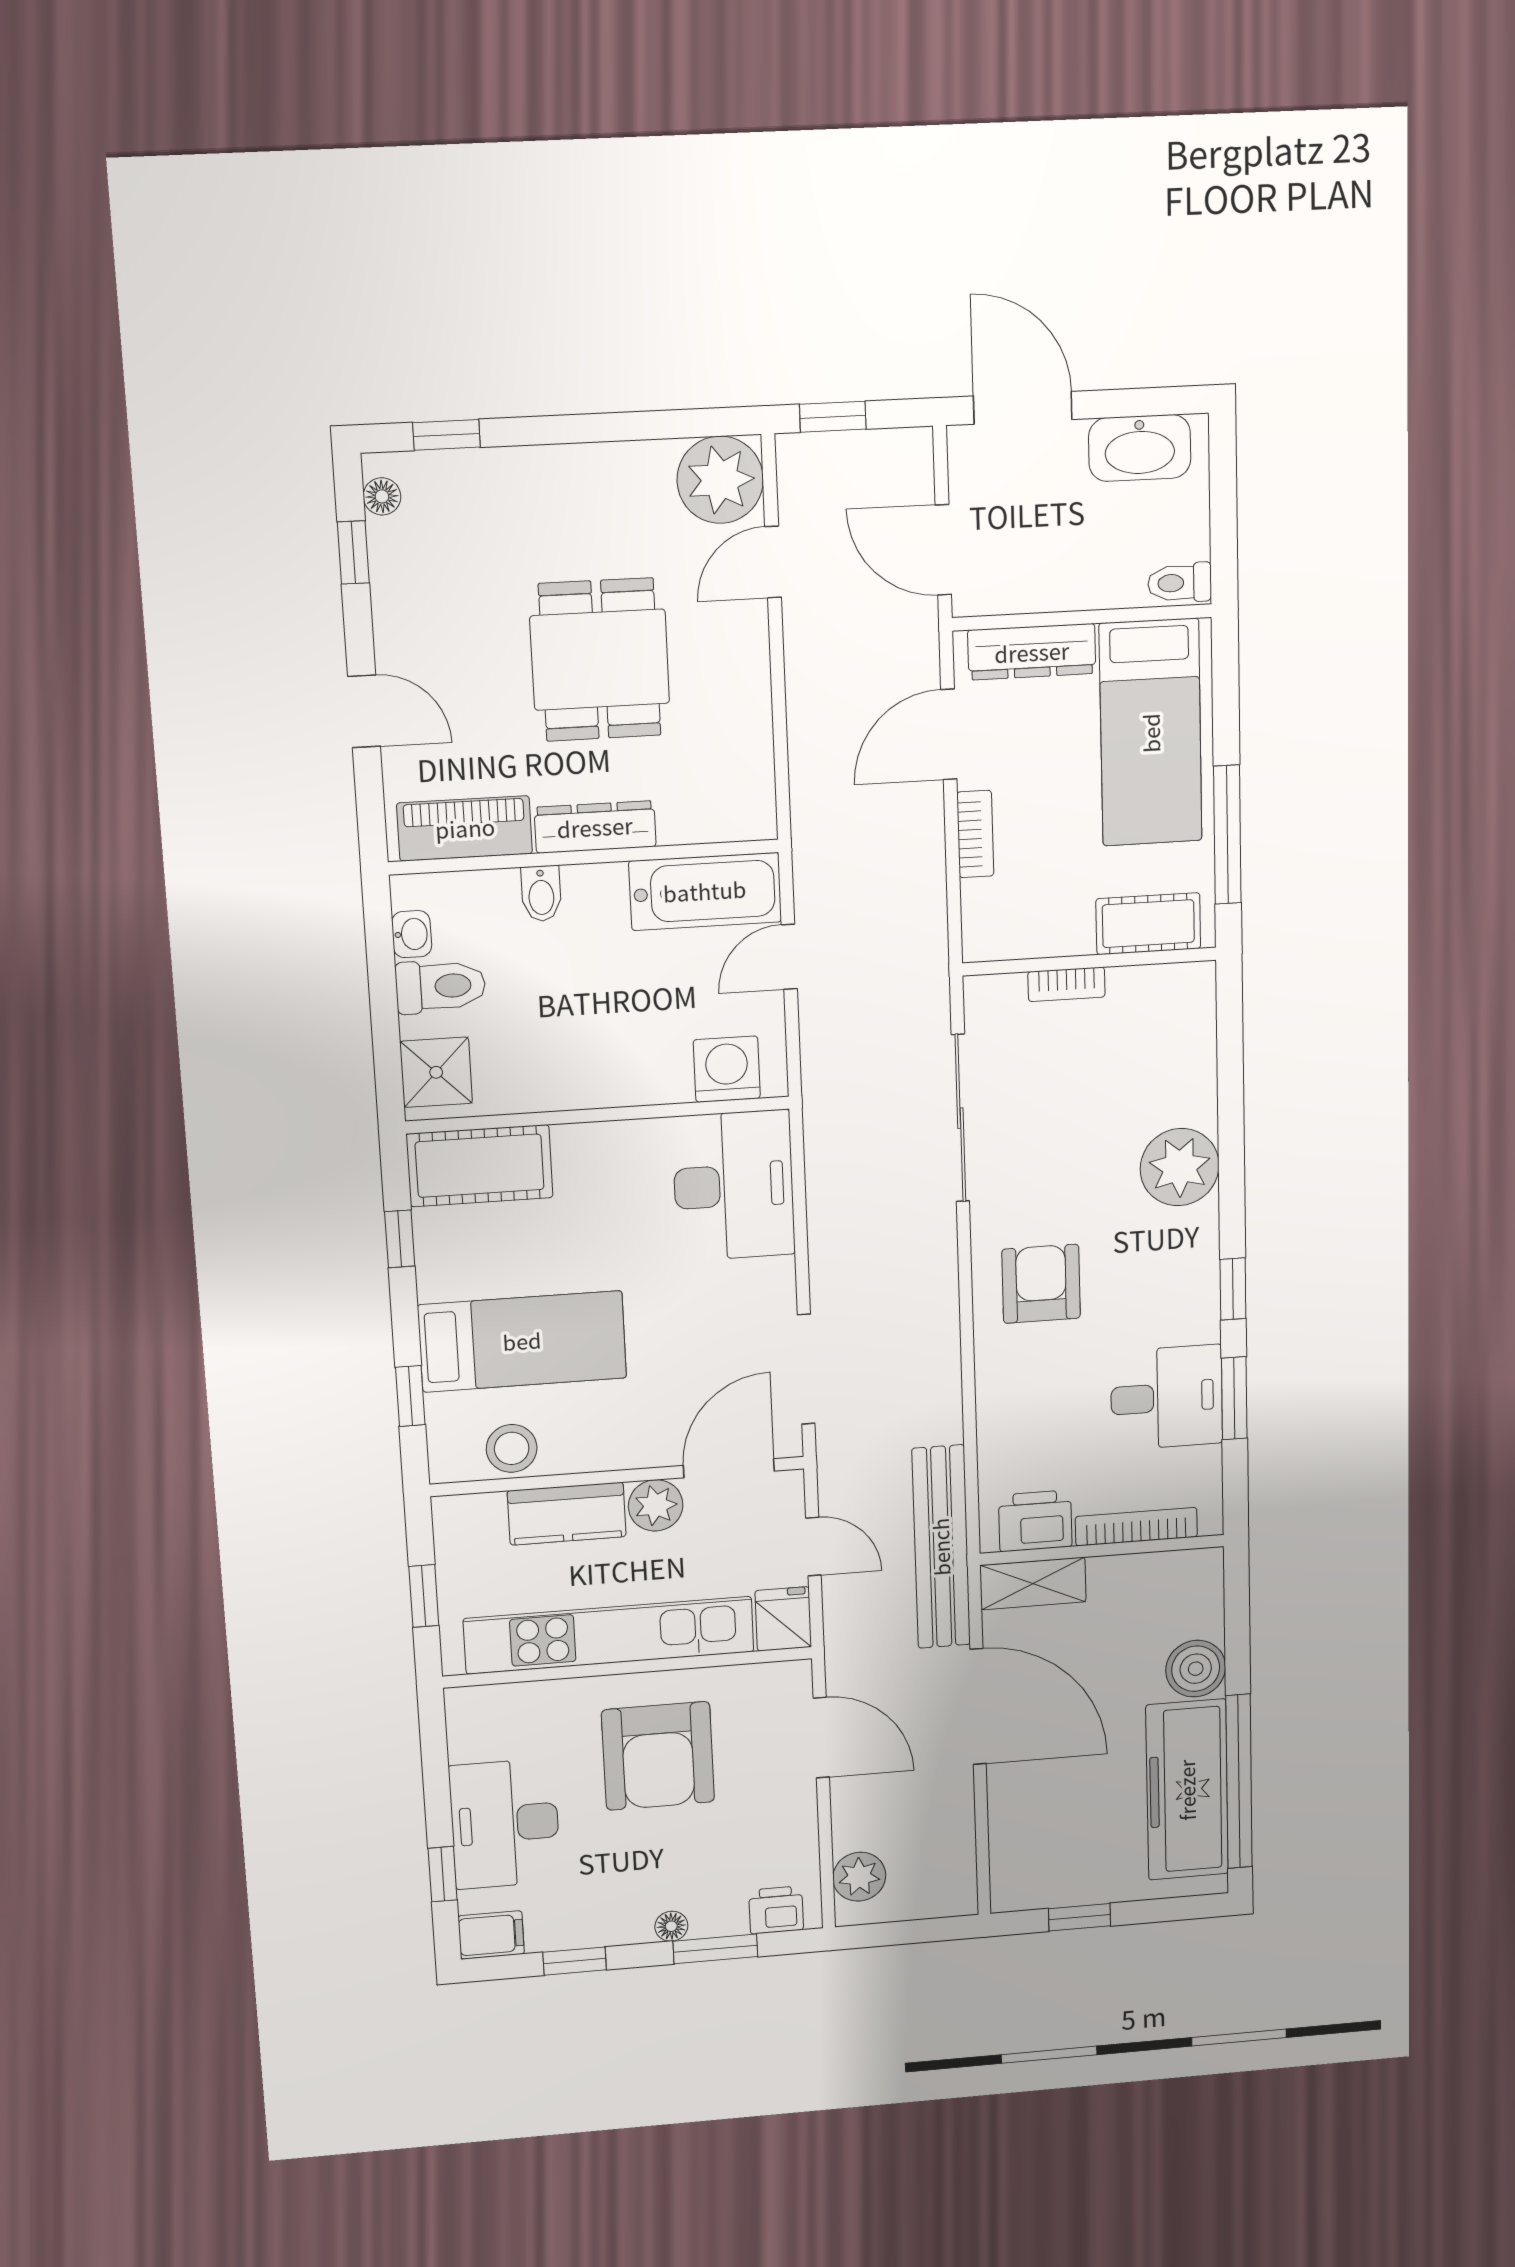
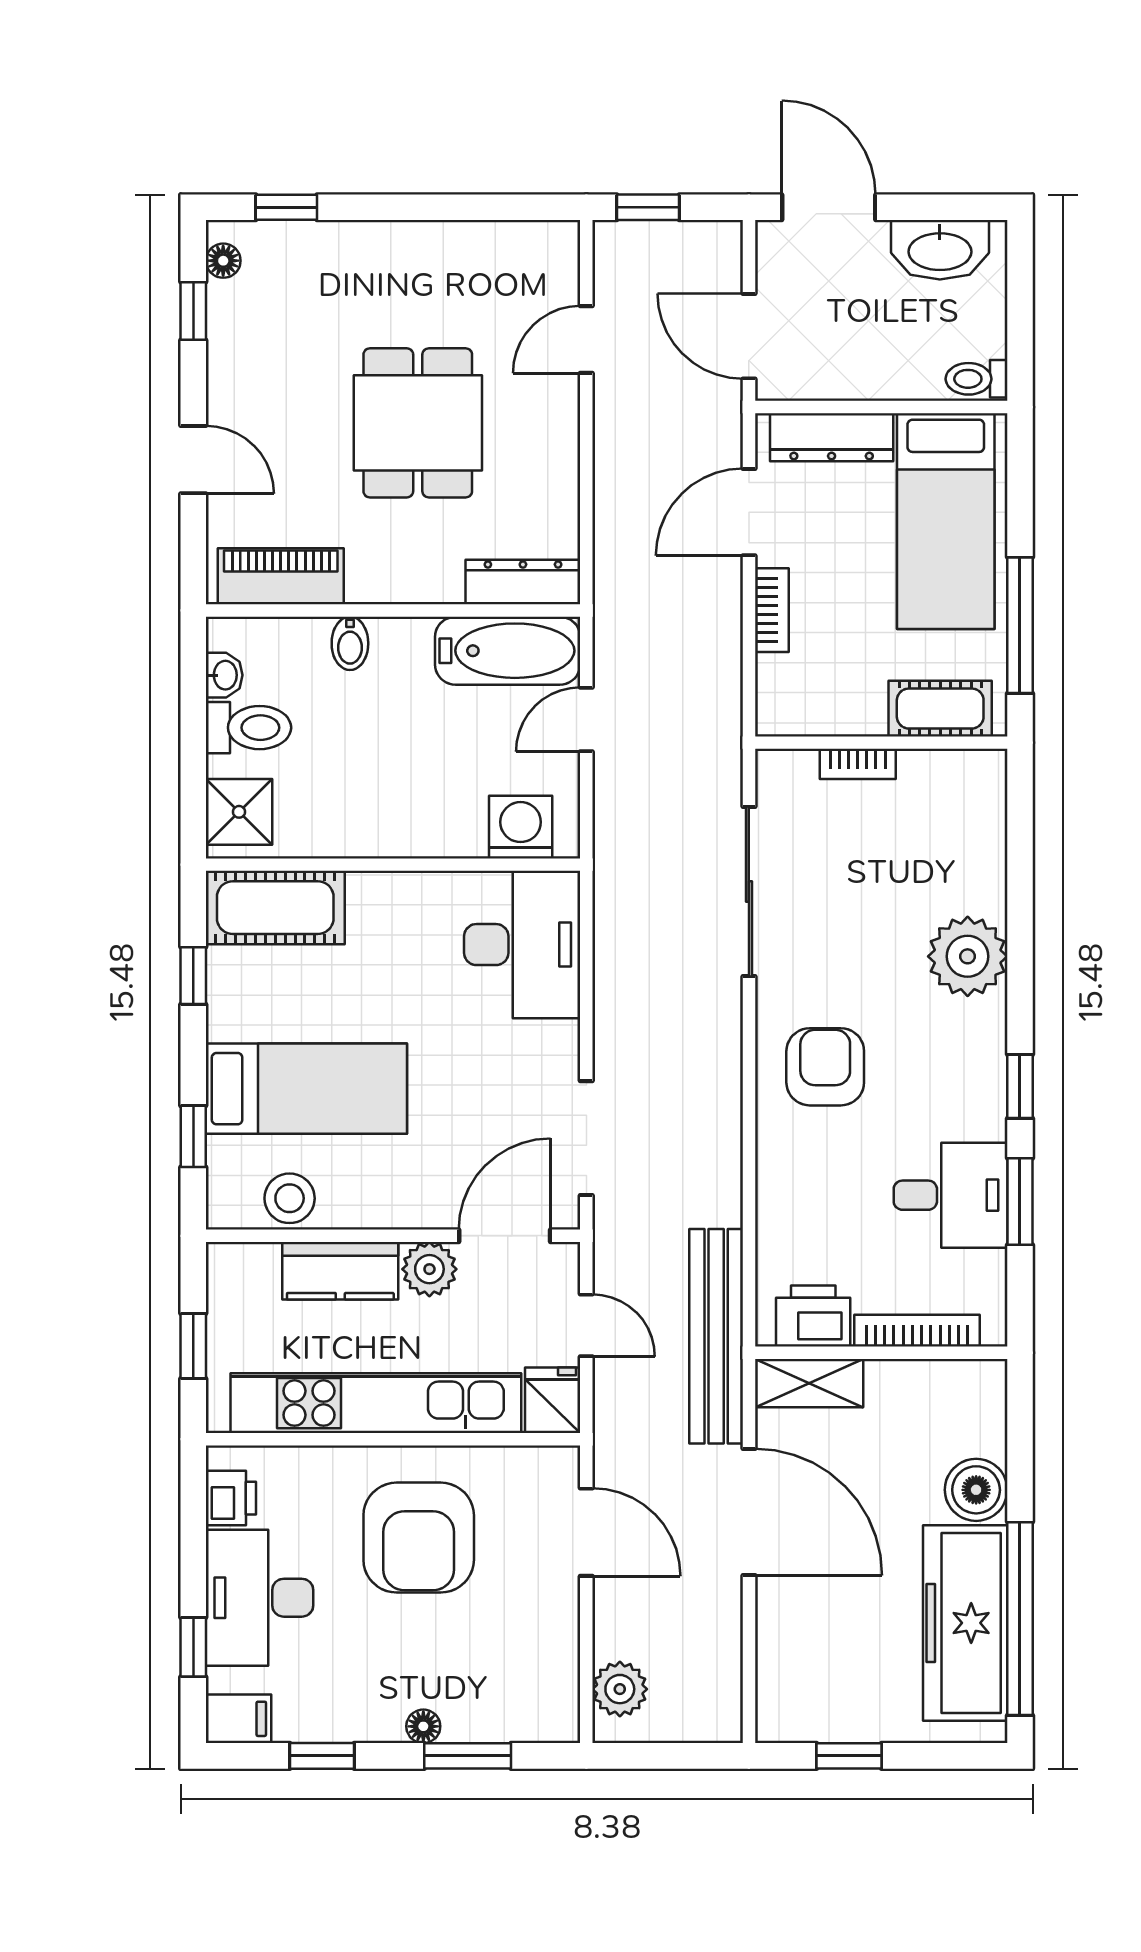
plant: (720, 480) -> (540, 261), removed
dresser: (595, 827) -> (523, 582), moved
printer: (776, 1910) -> (231, 1498), moved, turned 90

